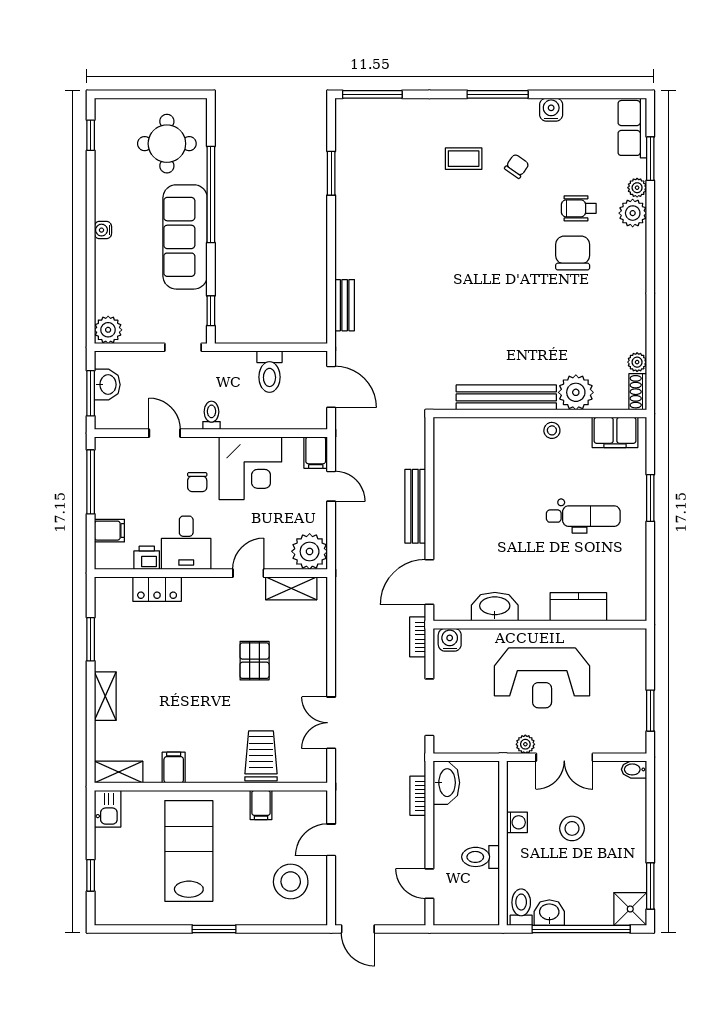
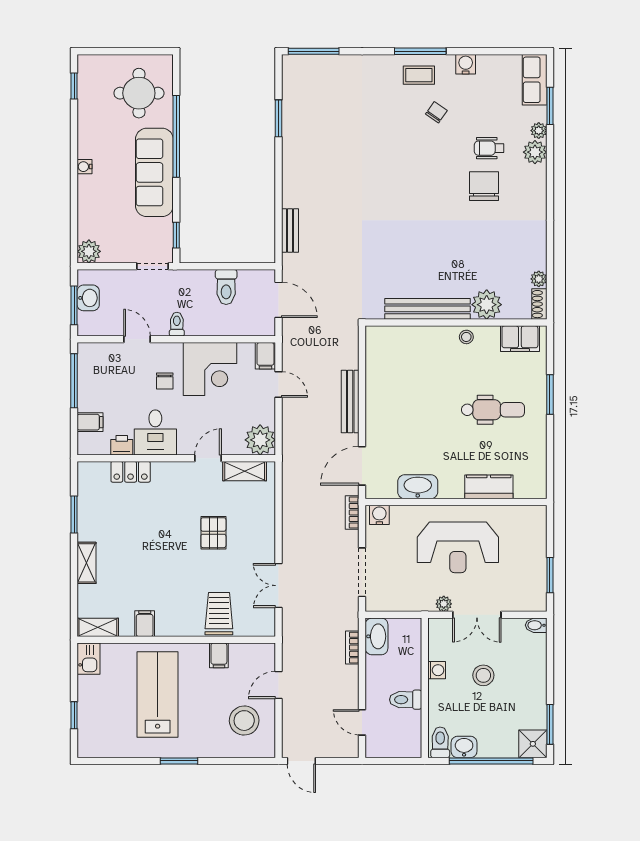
coffee table: (464, 159) -> (419, 75), moved

